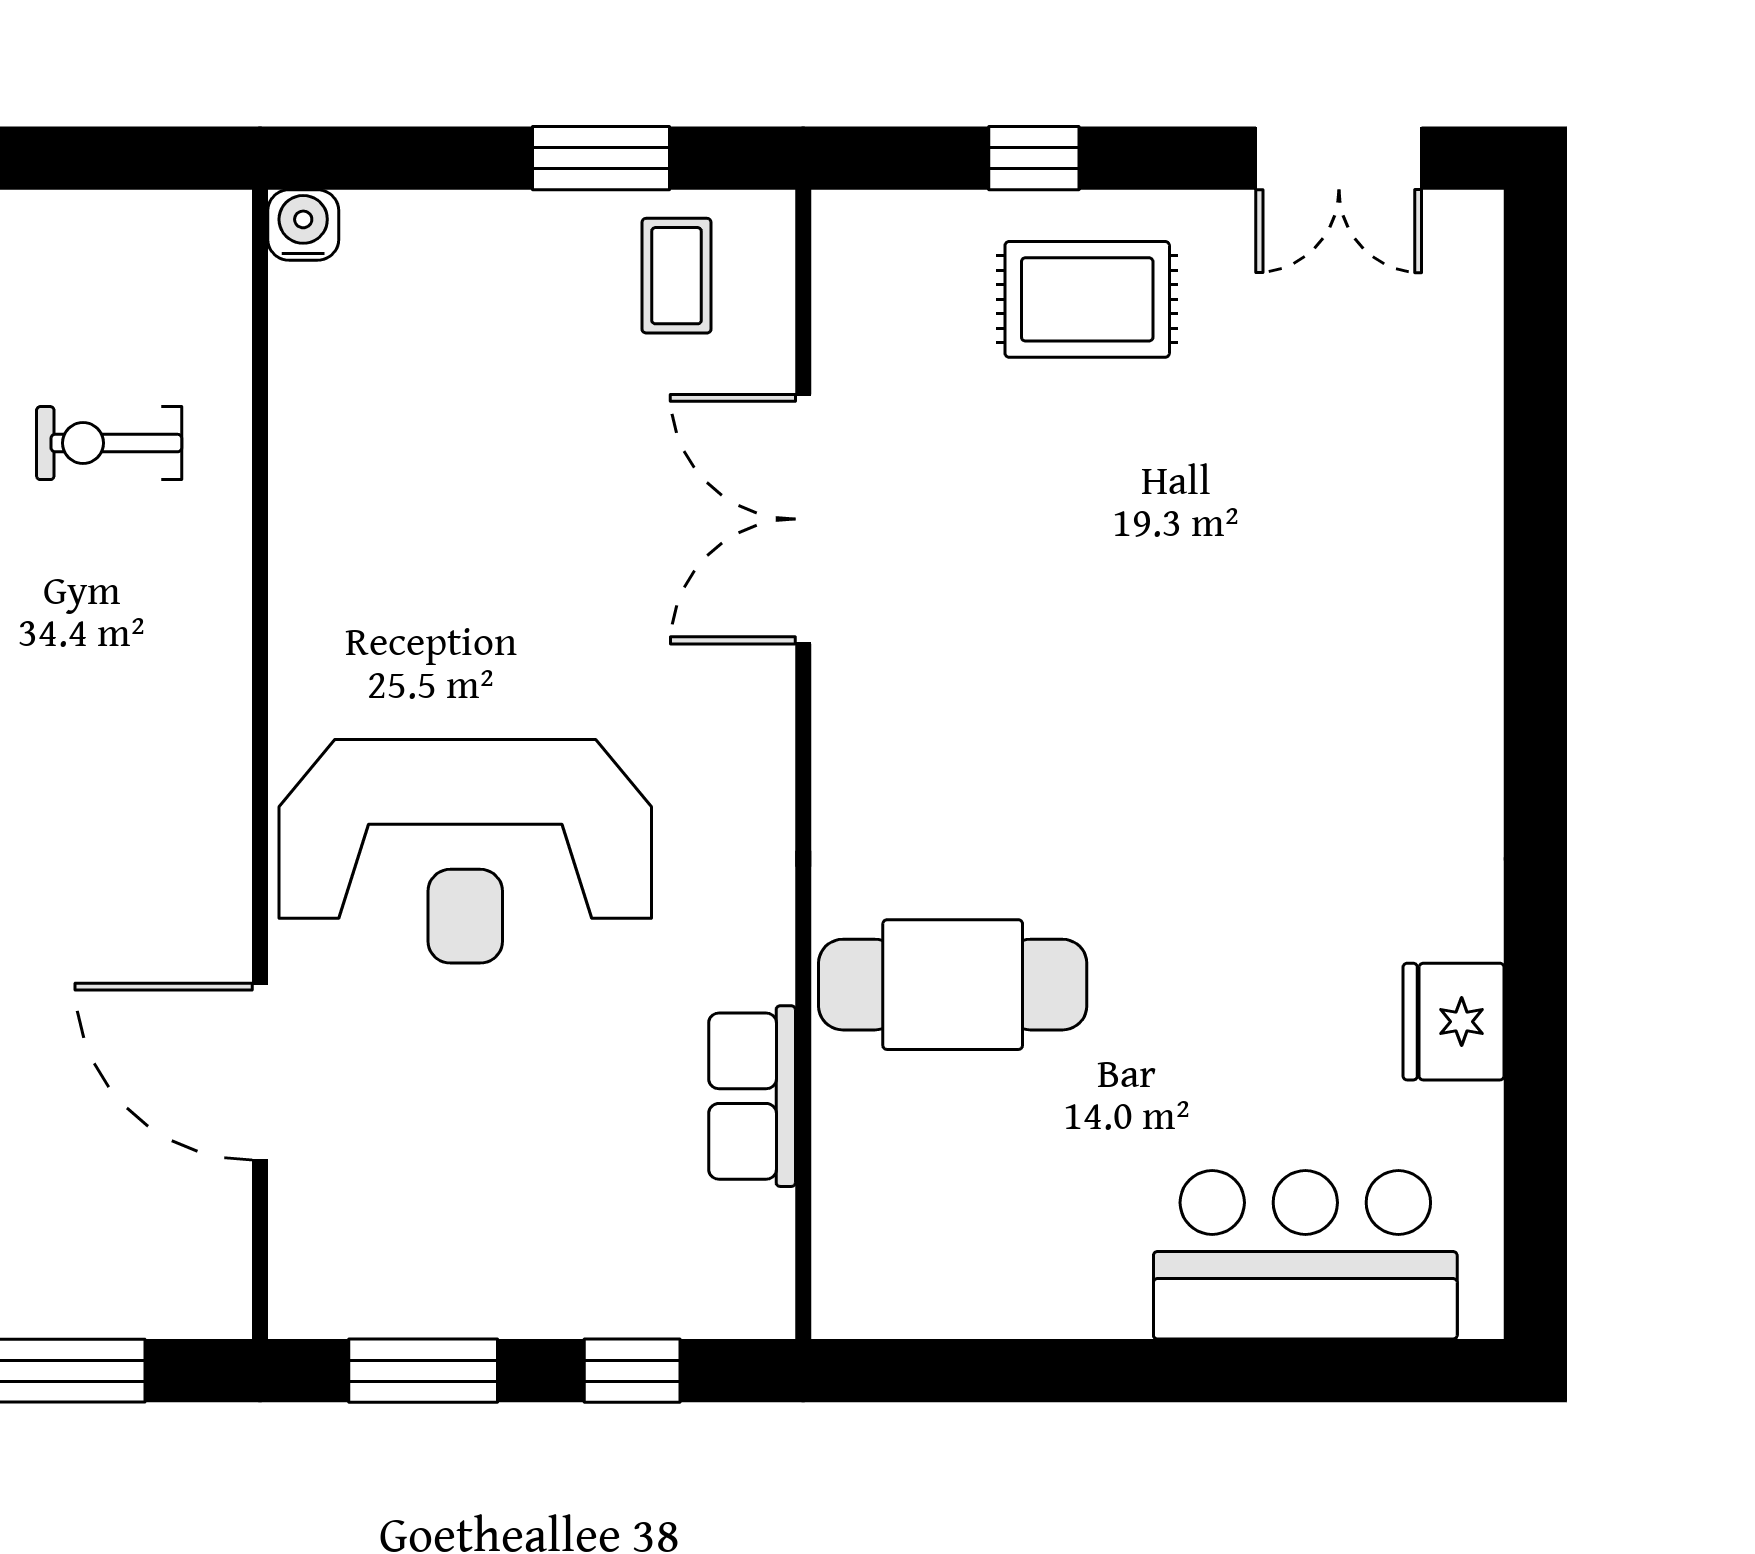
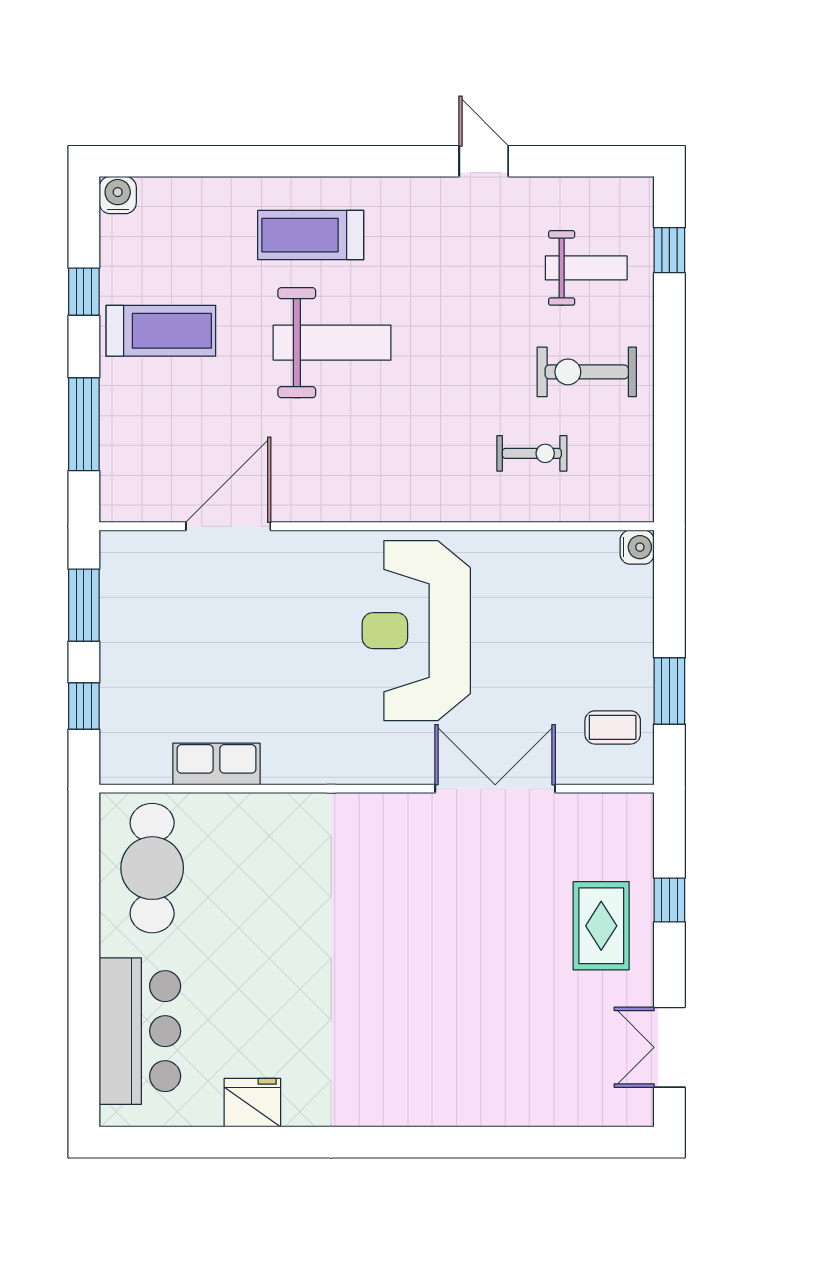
exercise bike: (109, 443) -> (532, 453), turned 90
reception desk: (465, 851) -> (416, 631), moved
cafe table: (953, 985) -> (152, 868), moved

